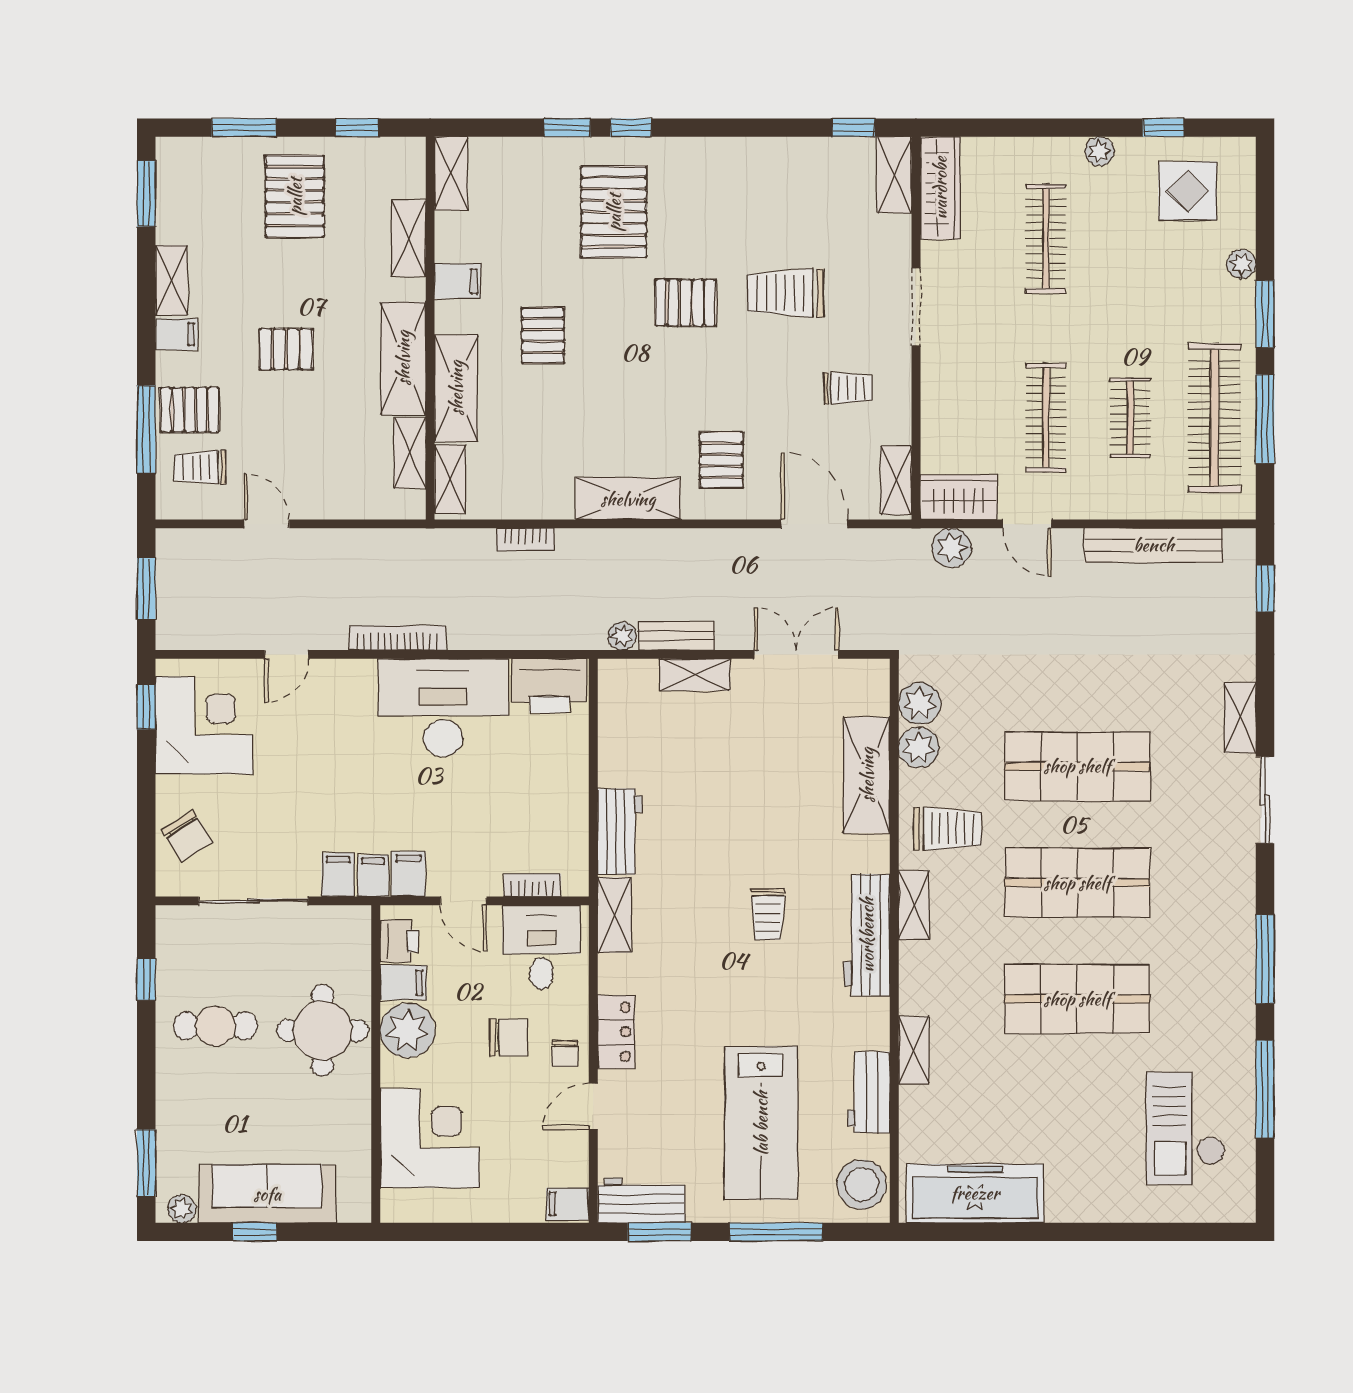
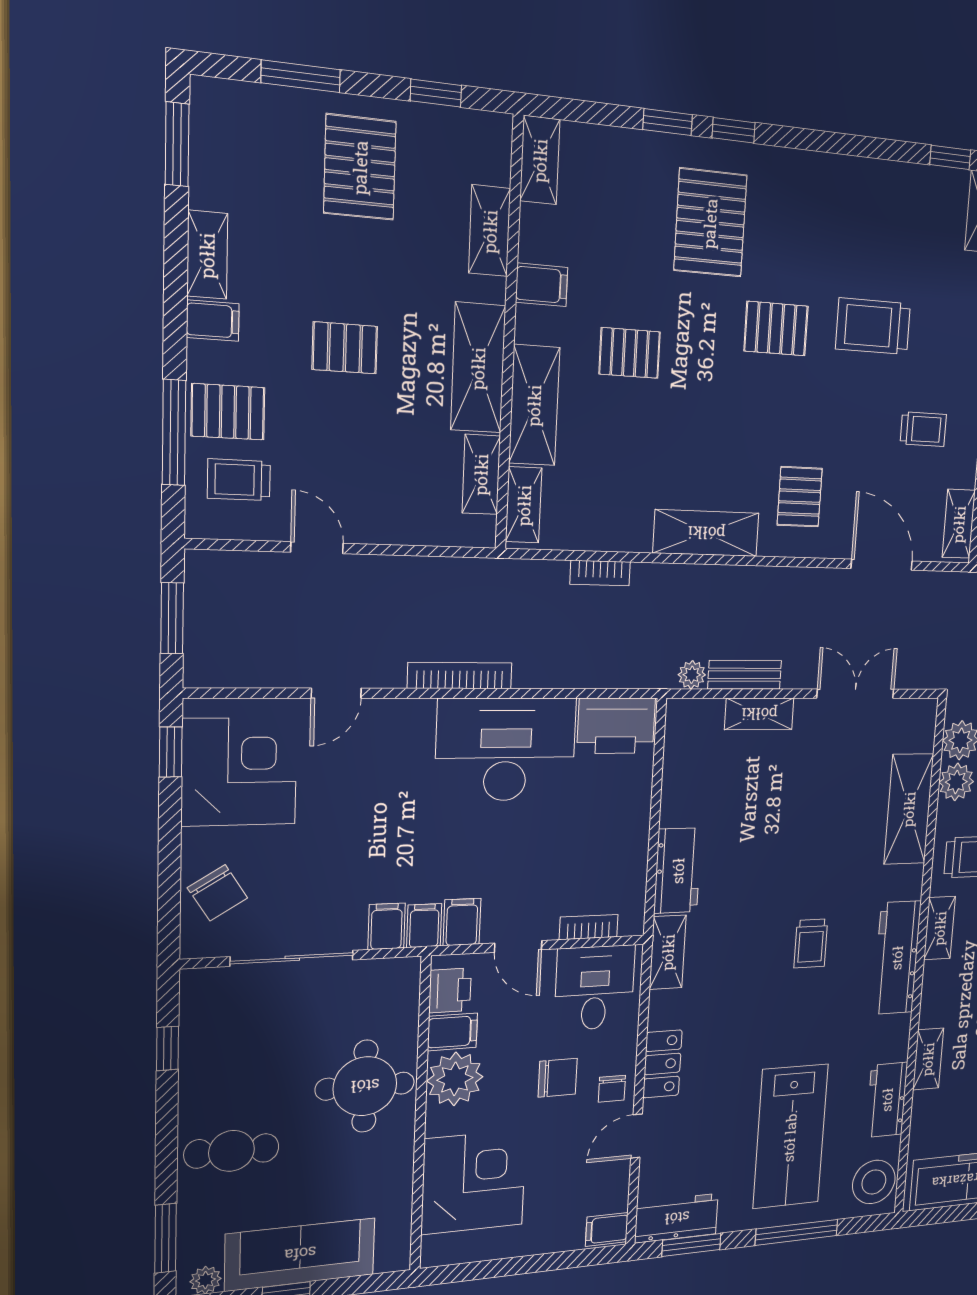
pallet: (543, 335) -> (630, 353), turned 90
cafe table: (215, 1026) -> (232, 1151), moved

